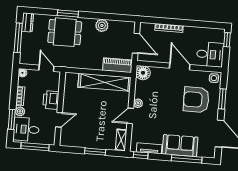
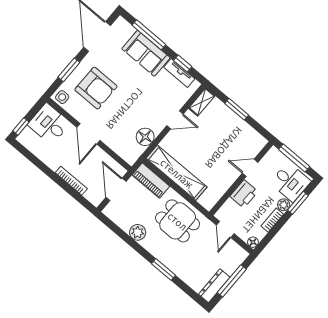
dresser: (28, 22) -> (214, 286), width x1.44
dining table: (65, 32) -> (178, 221), moved
floor lamp: (143, 73) -> (145, 137), moved
plant: (138, 103) -> (158, 127), removed
window: (141, 155) -> (183, 64), moved

